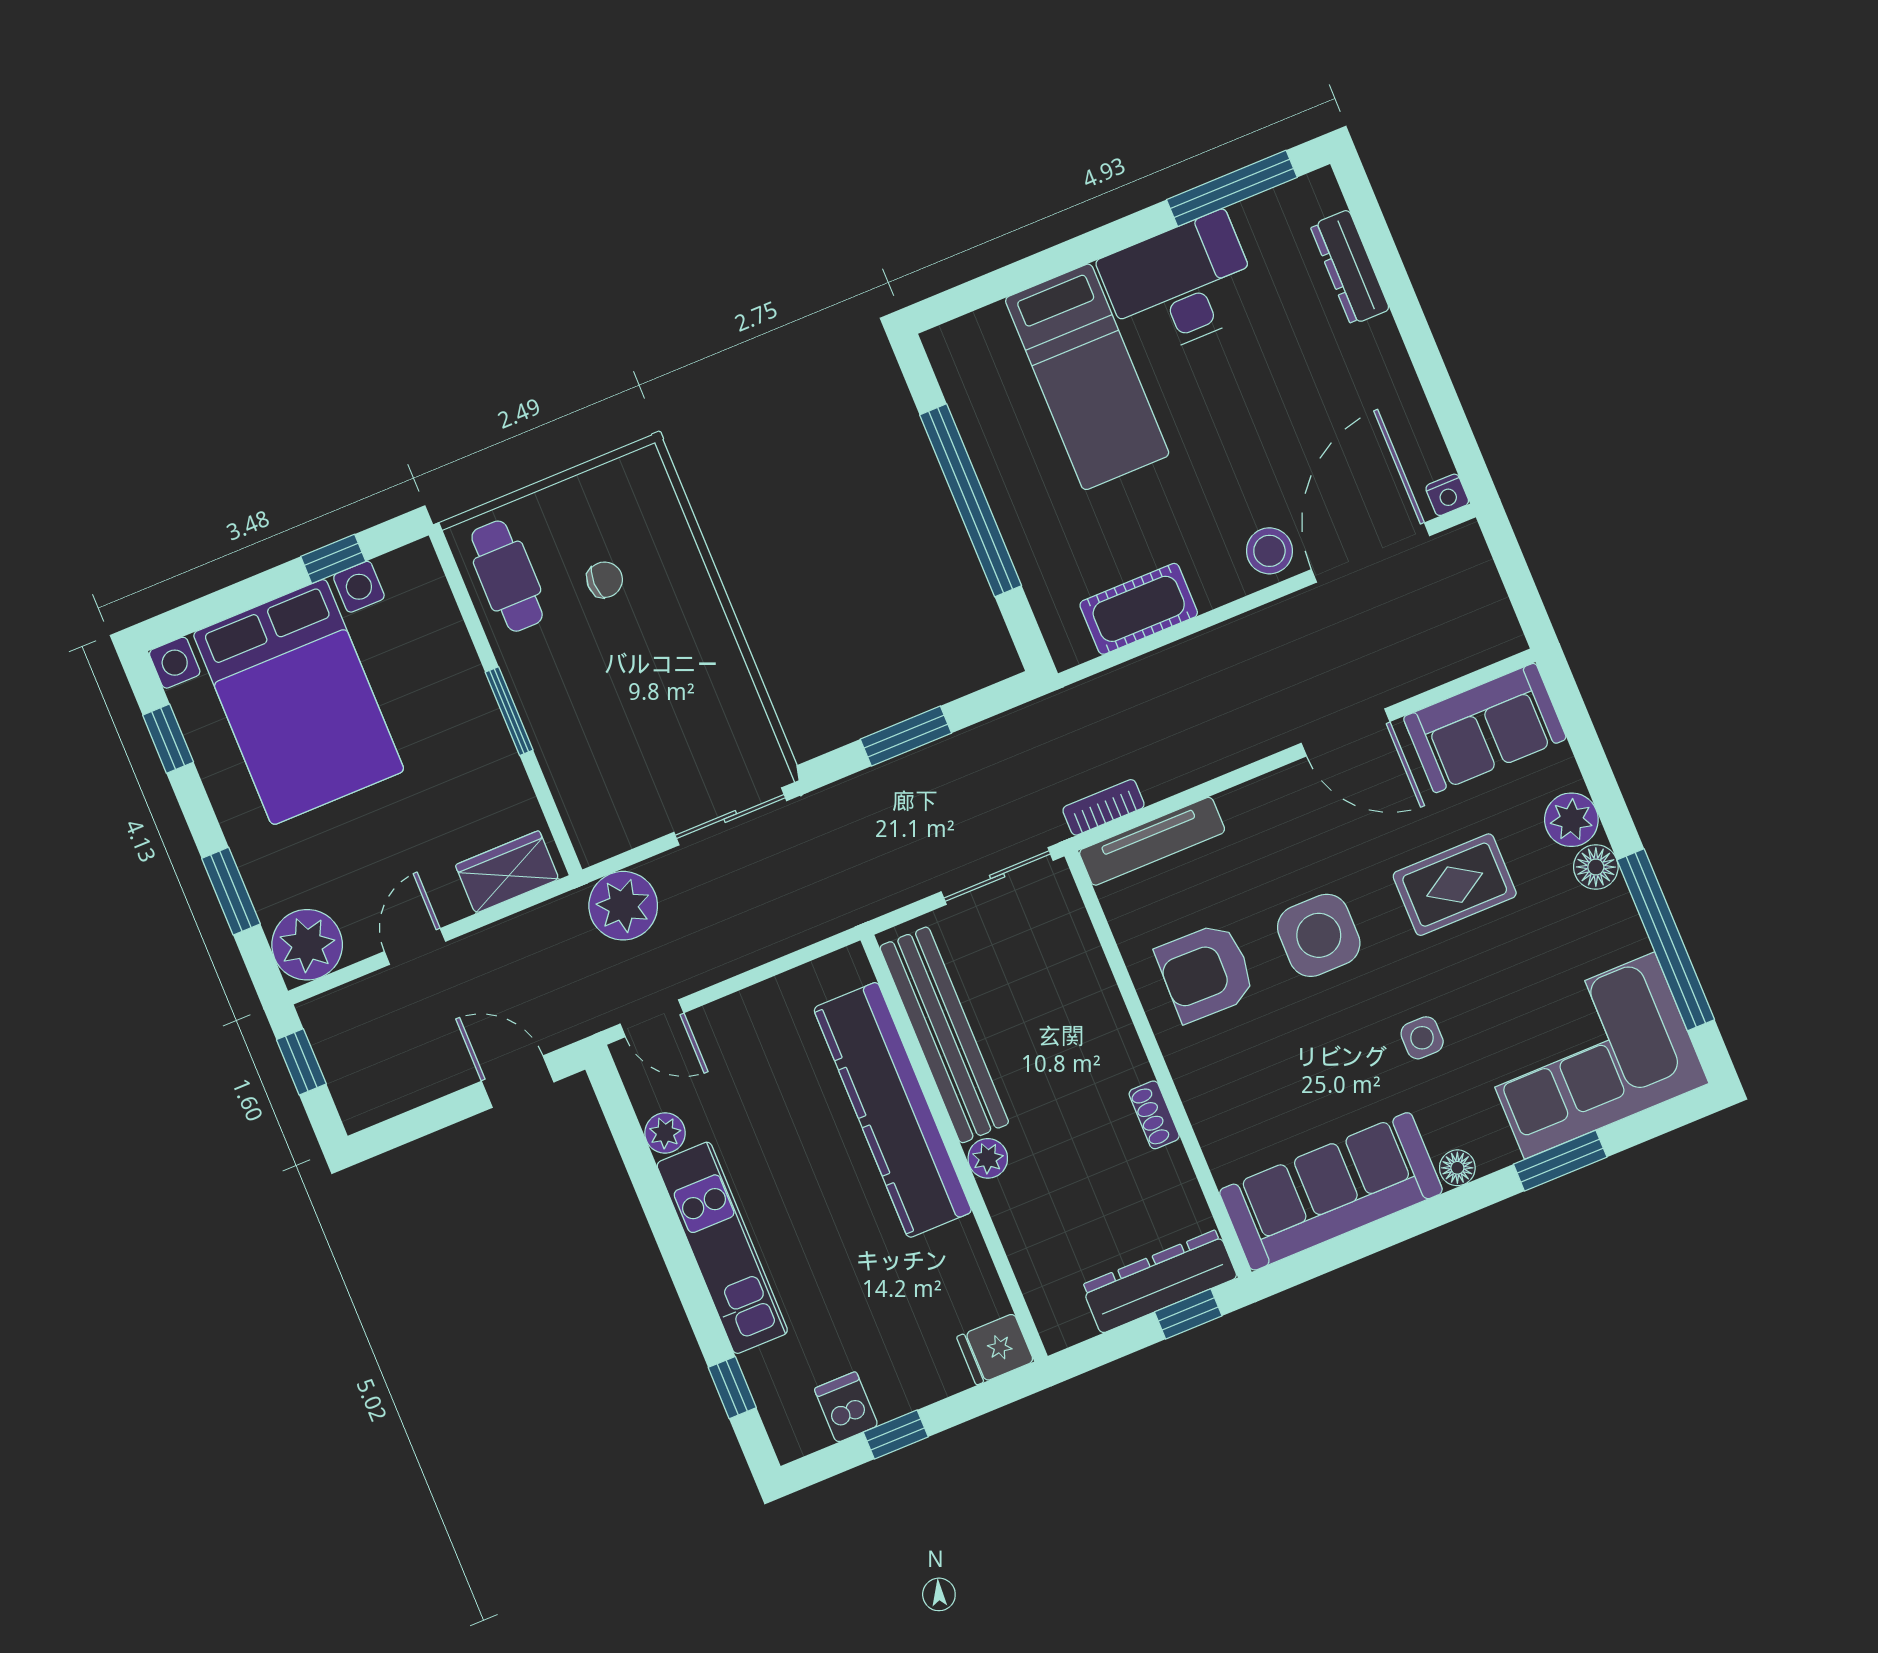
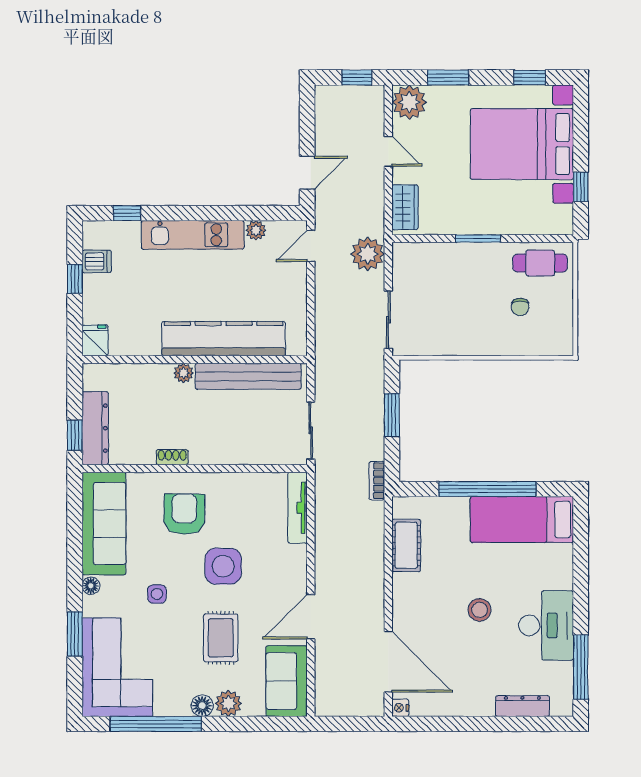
bed: (1087, 377) -> (522, 520), moved
stool: (1269, 551) -> (479, 610), moved
bookcase: (1104, 807) -> (377, 481), moved, turned 180
armchair: (1206, 972) -> (184, 514), moved

